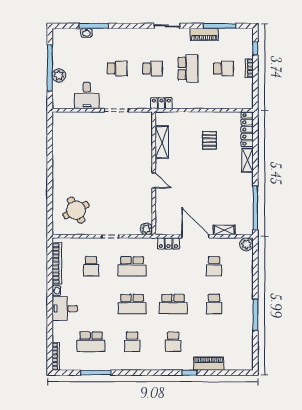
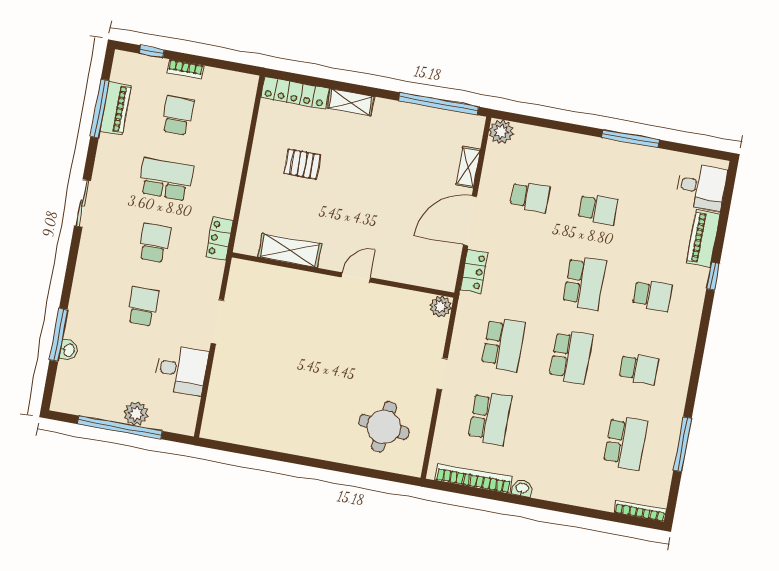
piano: (204, 34) -> (116, 108), moved
round table: (76, 210) -> (384, 427), turned 35
school desk: (91, 266) -> (490, 418), width x1.85
desk: (65, 309) -> (701, 187), moved, turned -90

